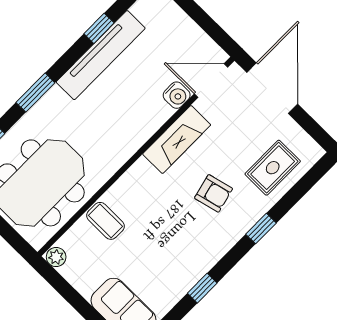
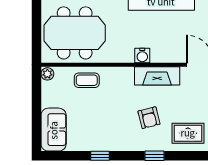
water cooler: (177, 95) -> (142, 56), moved
coffee table: (105, 221) -> (87, 80), turned 90

